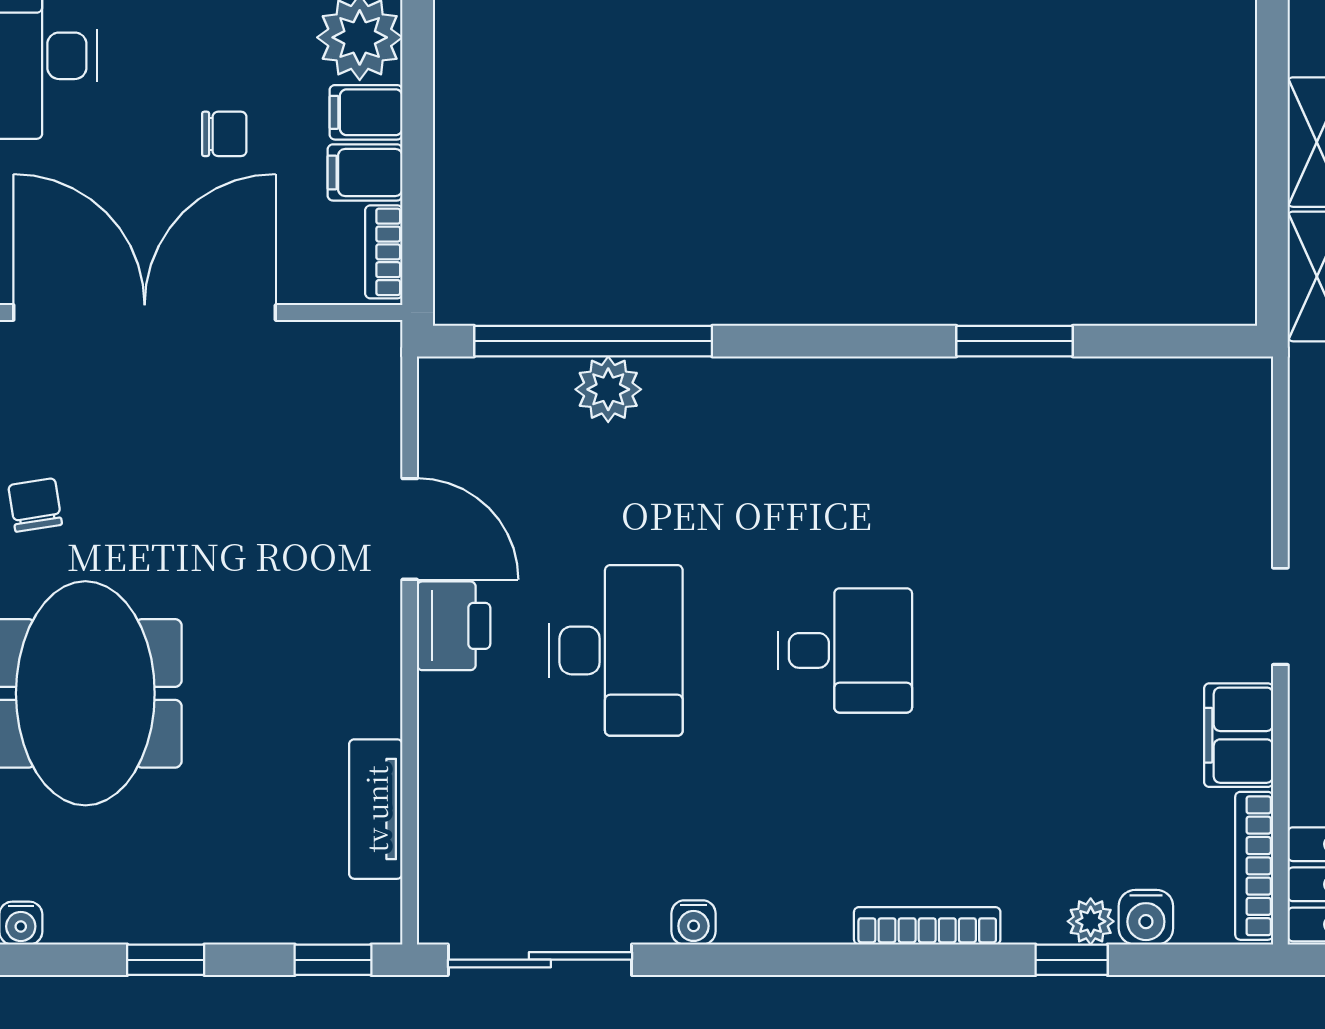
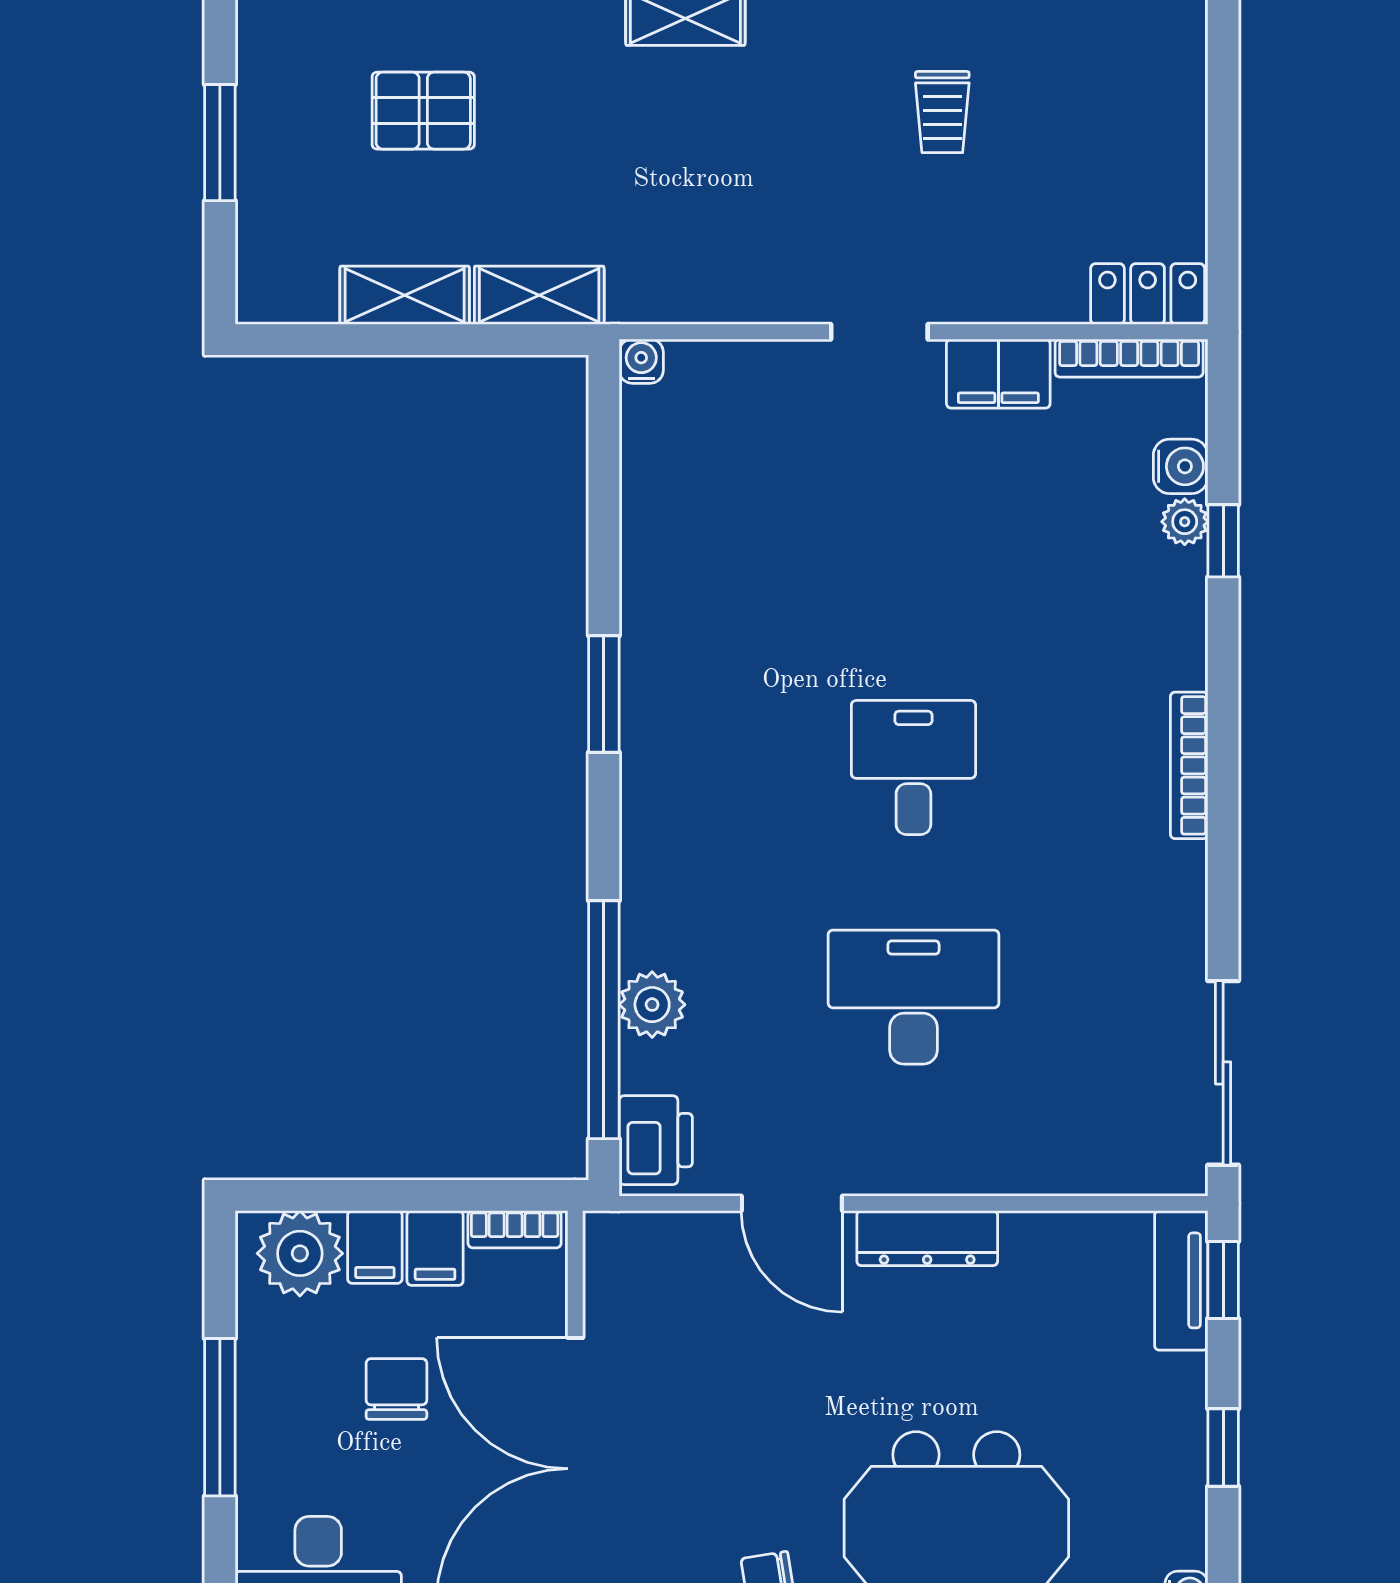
chair: (224, 134) -> (396, 1389), width x1.37, depth x1.37
window: (1014, 341) -> (604, 694), moved
door: (410, 529) -> (792, 1203), swing flipped
printer: (454, 626) -> (656, 1140), moved, turned 90
dresser: (375, 664) -> (927, 1238), added
tv unit: (376, 809) -> (1181, 1280), moved, turned 90
water cooler: (694, 922) -> (641, 361), moved, turned -90
bookcase: (927, 926) -> (1189, 765), moved

